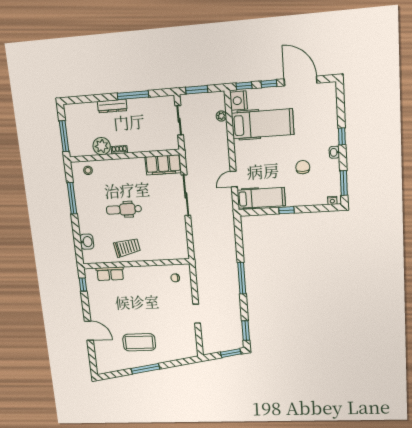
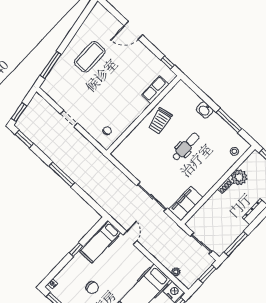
window: (133, 95) -> (236, 244), moved
washbasin: (87, 242) -> (205, 110), moved
window: (145, 369) -> (51, 65), moved

